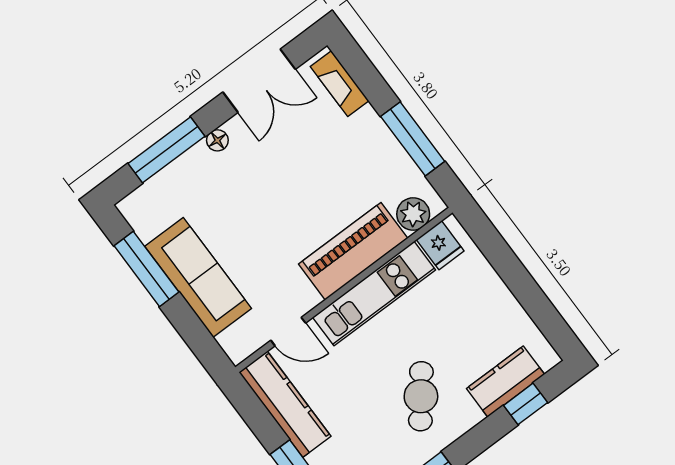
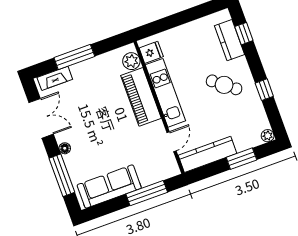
window: (413, 139) -> (74, 57), moved
window: (146, 269) -> (147, 193), moved
sofa: (198, 277) -> (109, 187), moved

